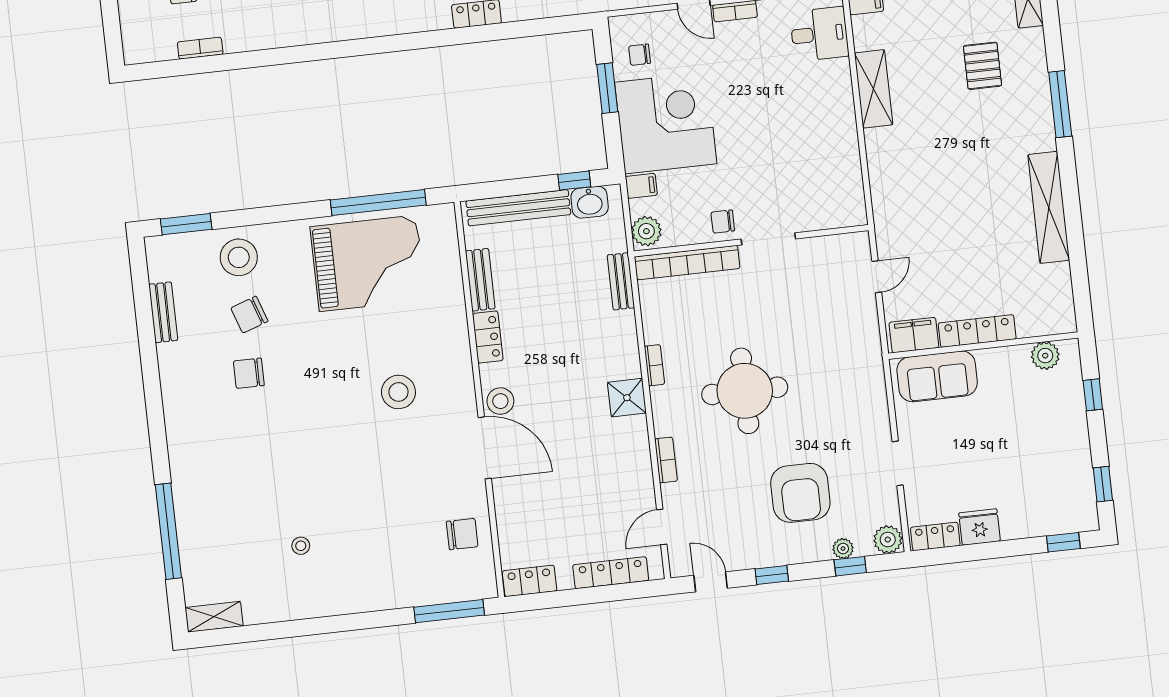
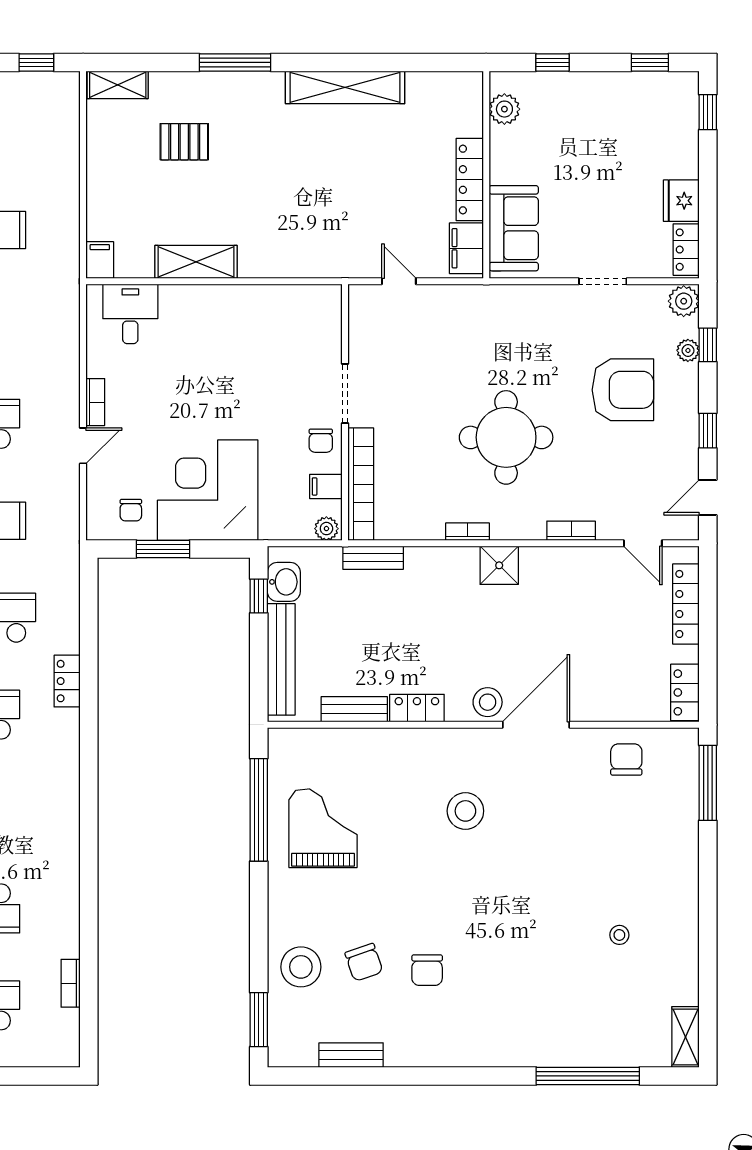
filing cabinet: (641, 186) -> (326, 486), moved, turned -90
plant: (646, 231) -> (326, 529), width x0.73, depth x0.73
grand piano: (368, 263) -> (323, 828), width x0.73, depth x0.68

